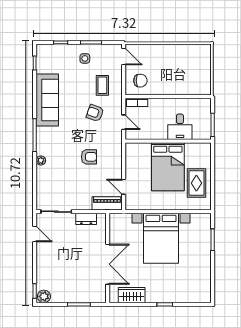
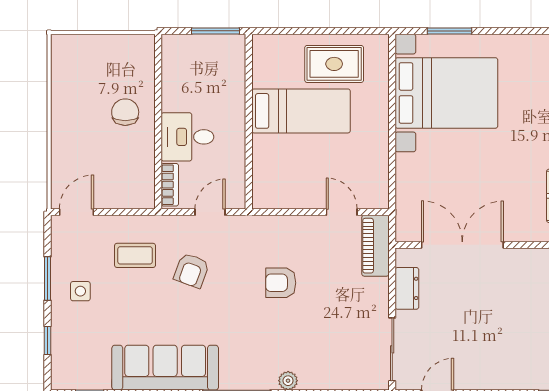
chair: (140, 81) -> (125, 112), moved
desk: (180, 127) -> (187, 137), moved, turned 180
armchair: (89, 157) -> (281, 283), turned -90
bed: (168, 167) -> (301, 111), width x0.67
door: (124, 187) -> (342, 212), swing flipped
bed with nightstands: (161, 238) -> (446, 93), moved
double door: (108, 264) -> (462, 245), moved

